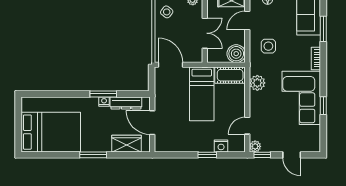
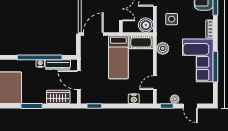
door: (170, 65) -> (93, 34), hinge flipped
window: (103, 94) -> (40, 57), width x2.11
window: (323, 106) -> (215, 67), width x2.17
plant: (255, 146) -> (175, 99), moved
window: (207, 155) -> (94, 106), moved

